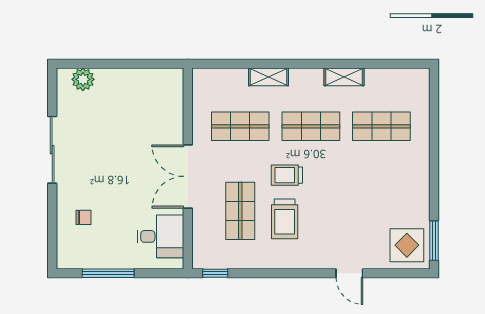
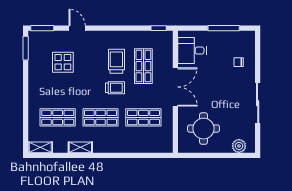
shelving: (268, 77) -> (40, 147), moved
round table: (141, 108) -> (204, 129), added
display table: (407, 245) -> (63, 62), moved
window: (407, 273) -> (42, 28), added

